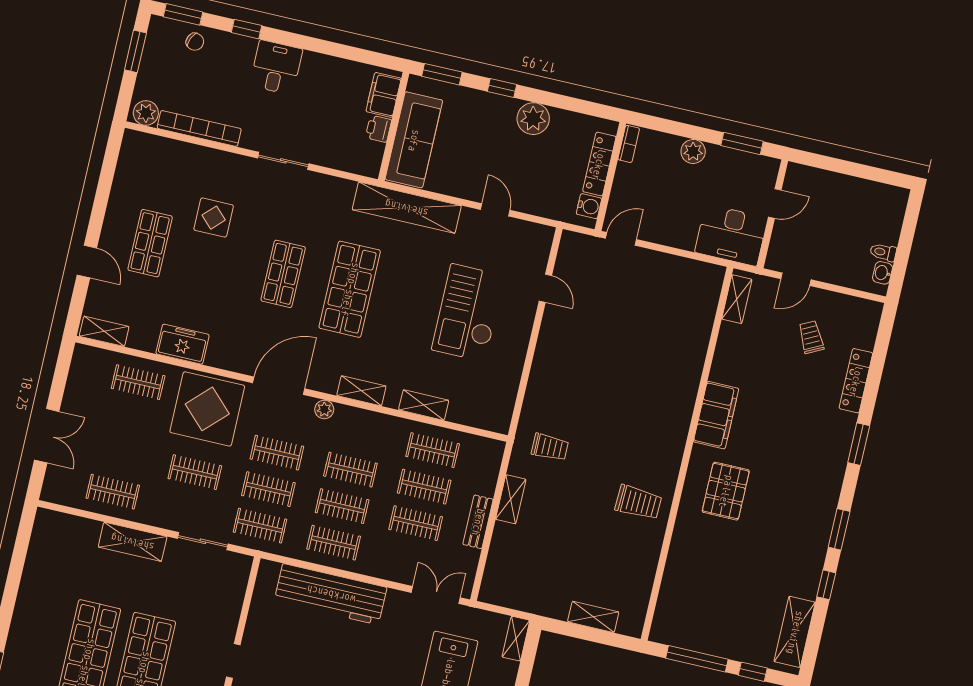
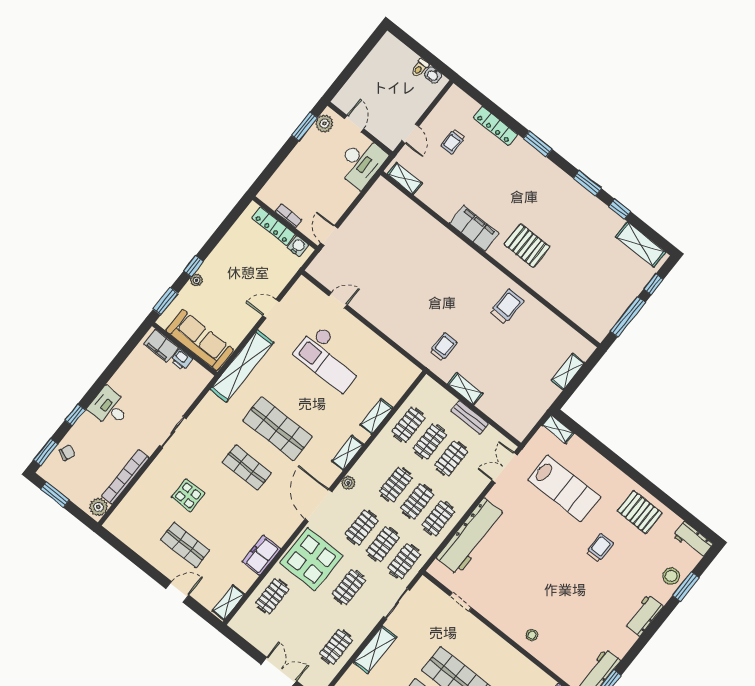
plant: (533, 119) -> (196, 280), moved, width x0.53, depth x0.53
bookcase: (629, 144) -> (288, 216), moved
plant: (693, 151) -> (324, 123), moved
trolley: (811, 337) -> (453, 142), turned -63
doorway: (233, 661) -> (461, 602), moved

